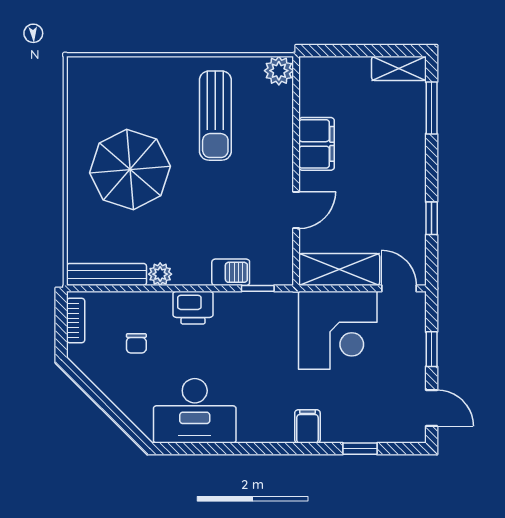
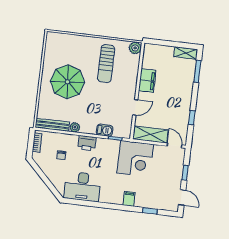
corner desk: (338, 330) -> (135, 159), moved

